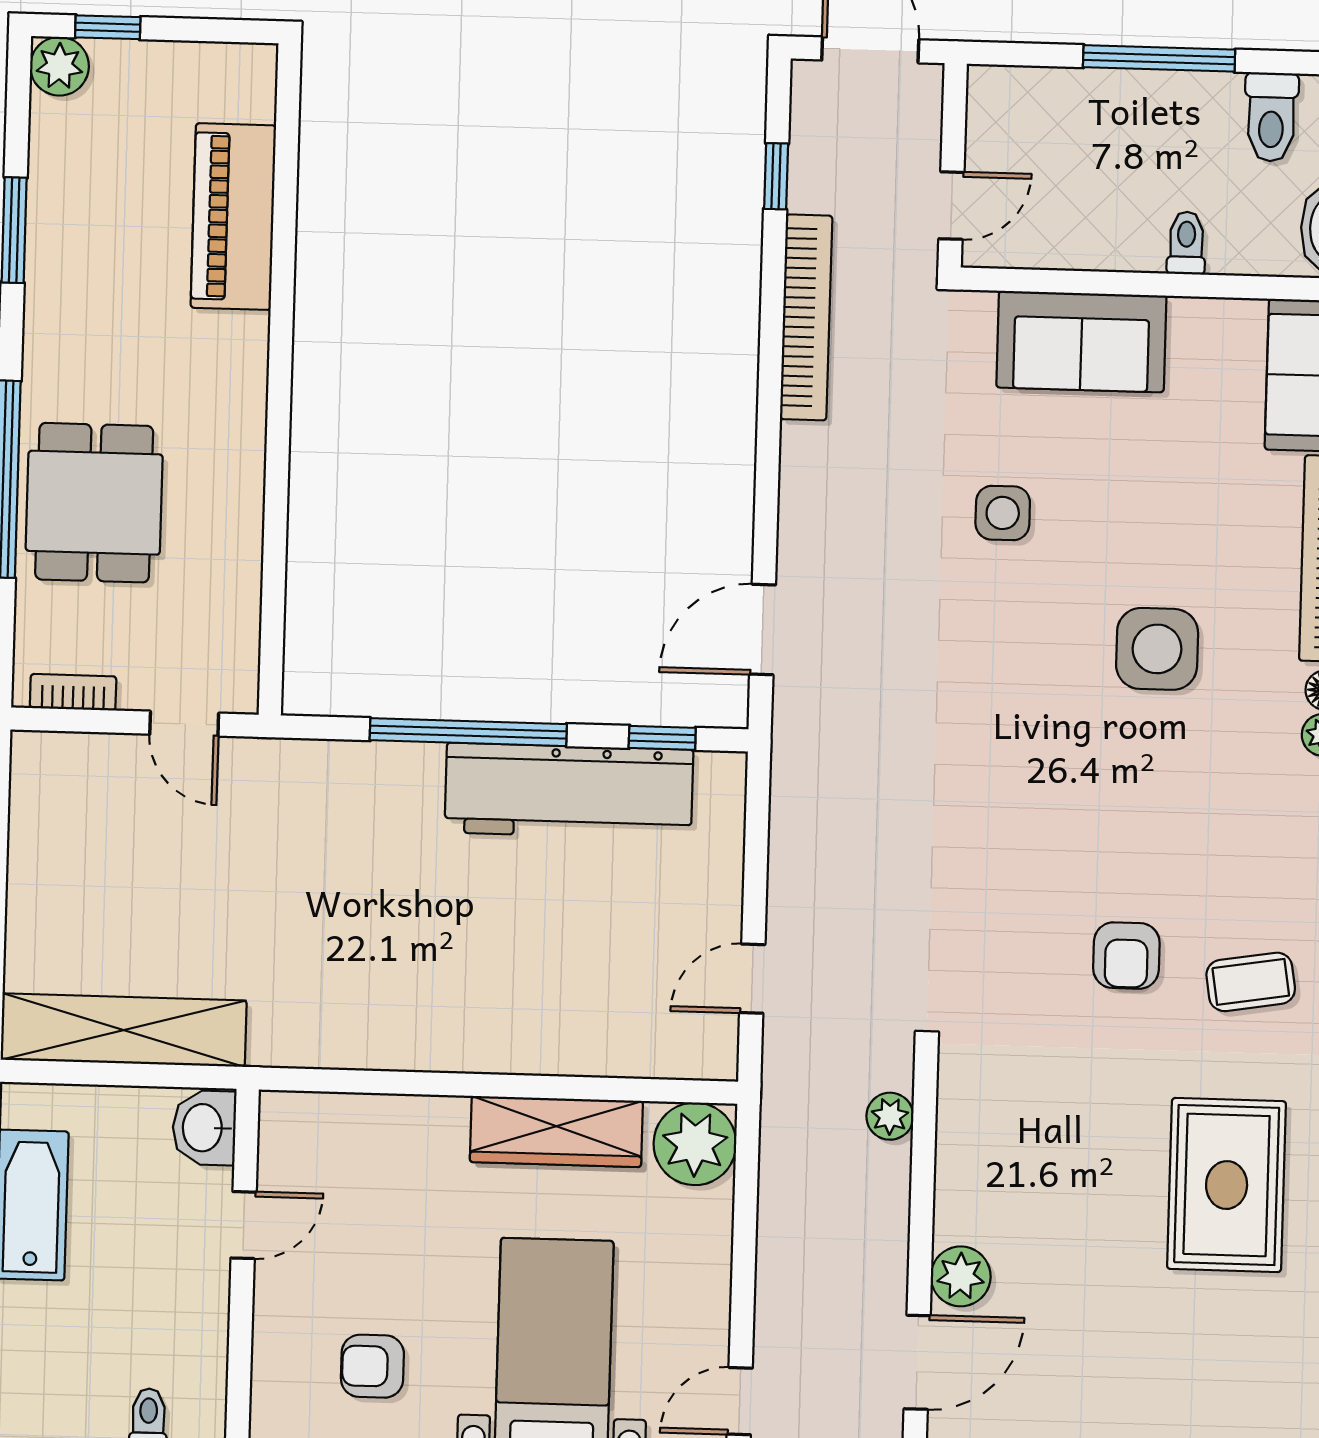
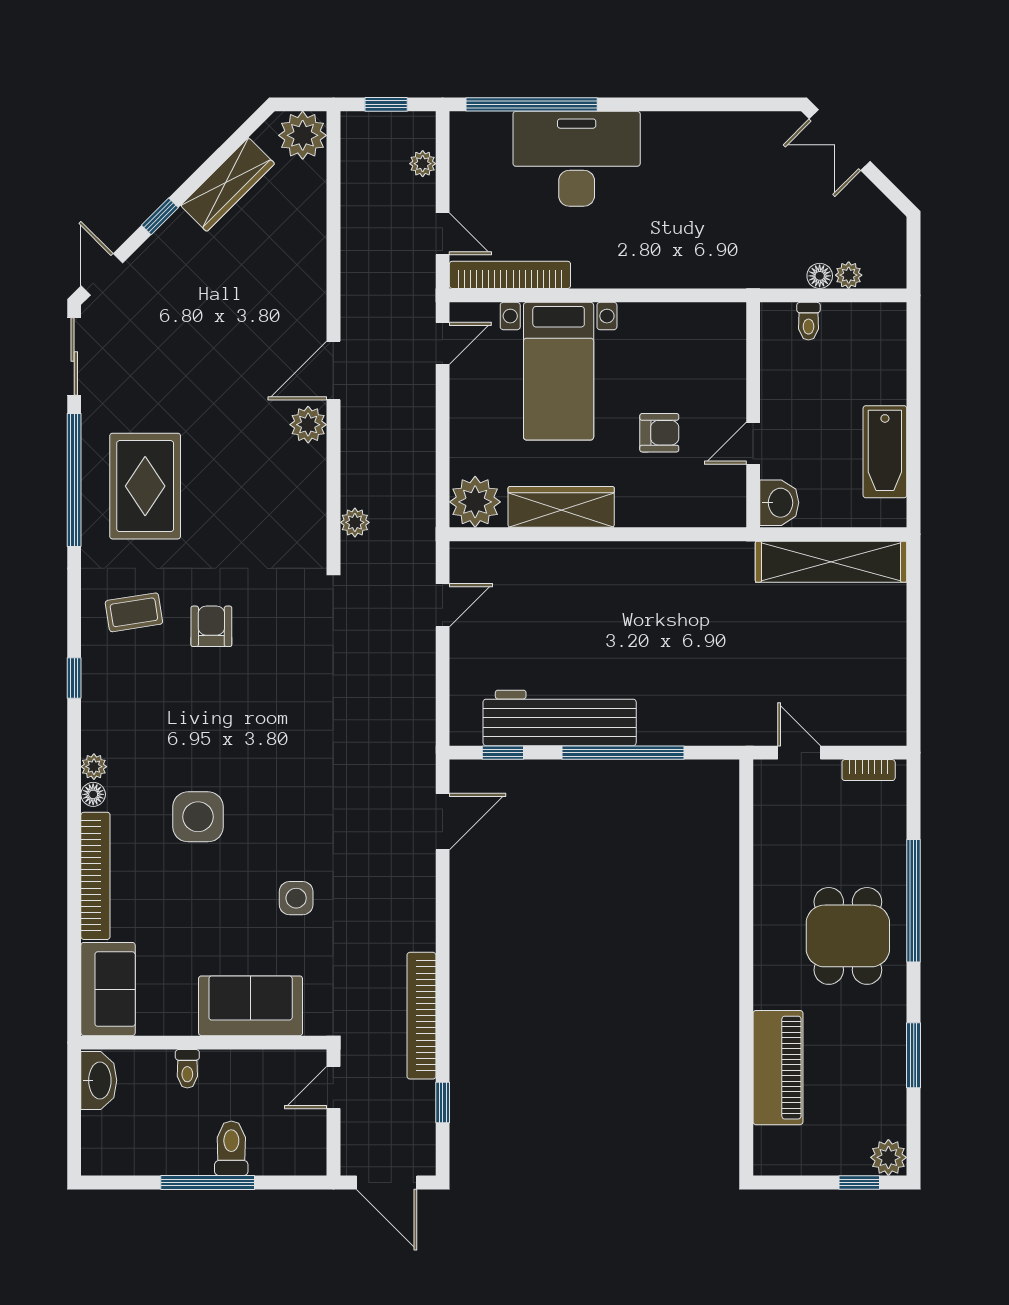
toilet: (1271, 117) -> (231, 1148), moved
dining table: (94, 503) -> (848, 936), moved
armchair: (372, 1366) -> (659, 433), moved

